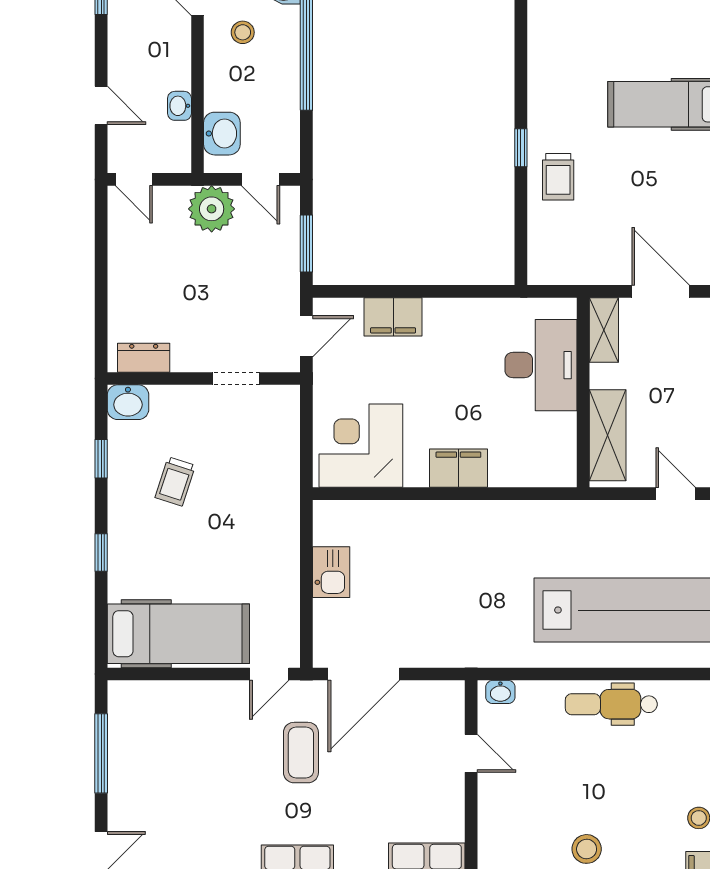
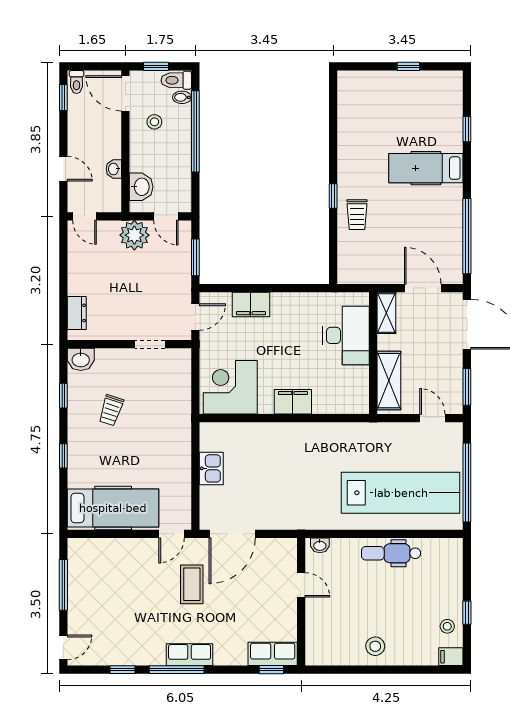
dresser: (144, 358) -> (77, 313), moved, turned 90

